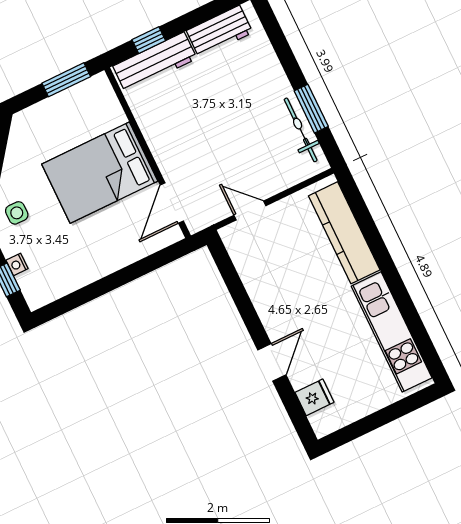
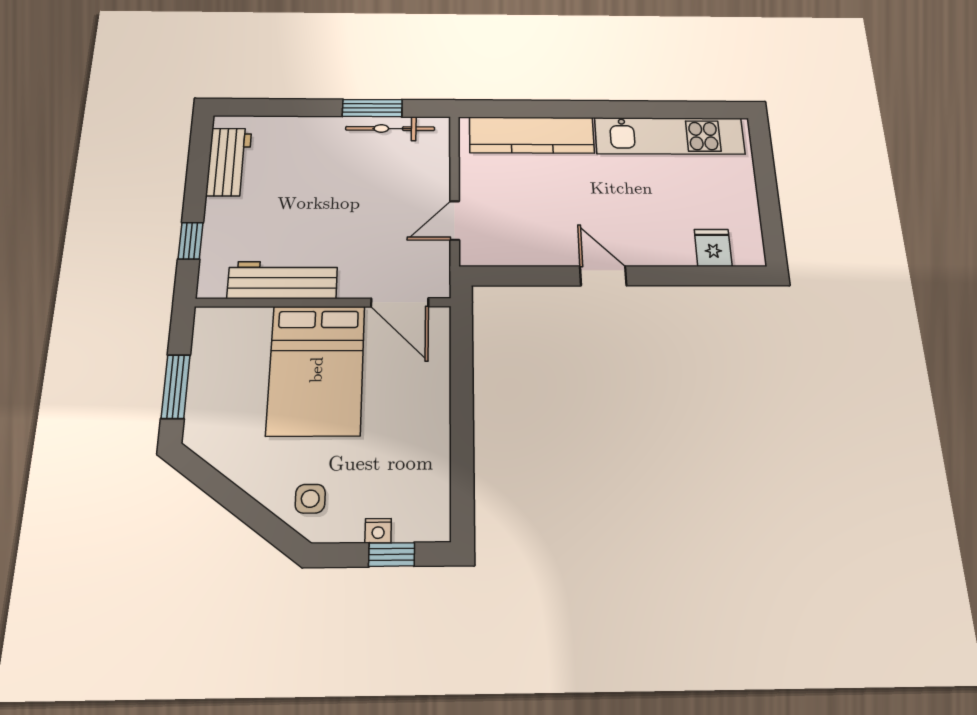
workbench: (155, 62) -> (283, 280), moved, turned -90
window: (66, 80) -> (176, 387), moved
door: (272, 362) -> (603, 276), moved

